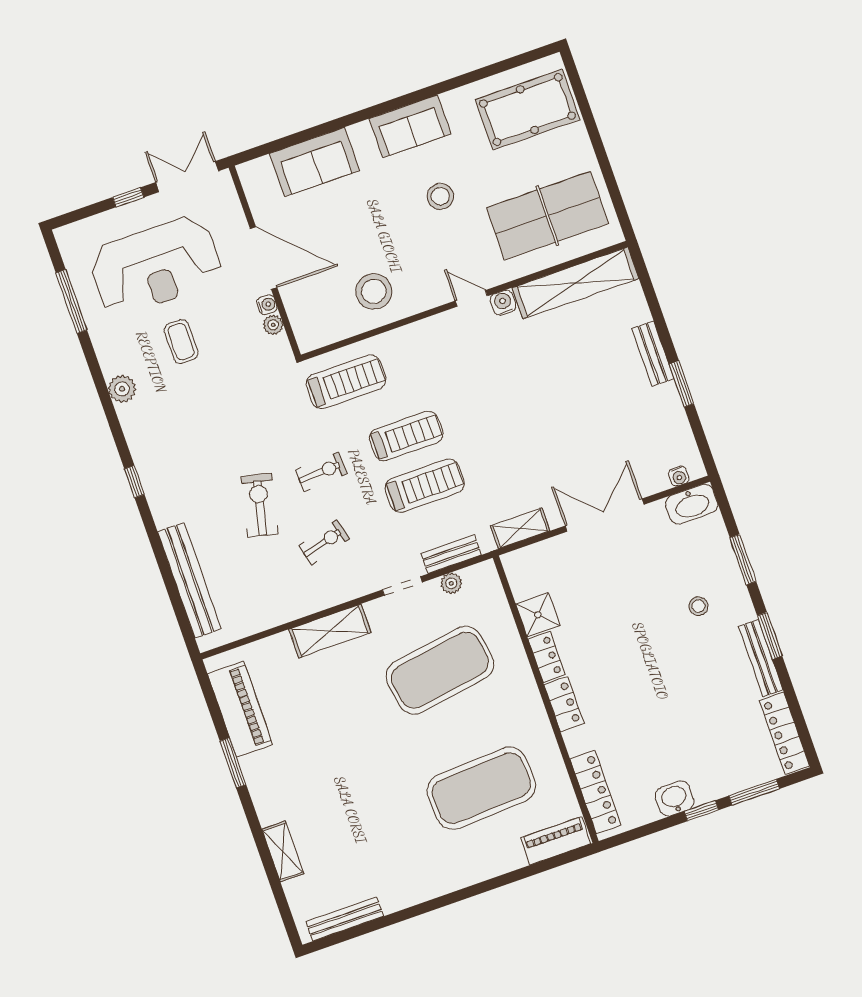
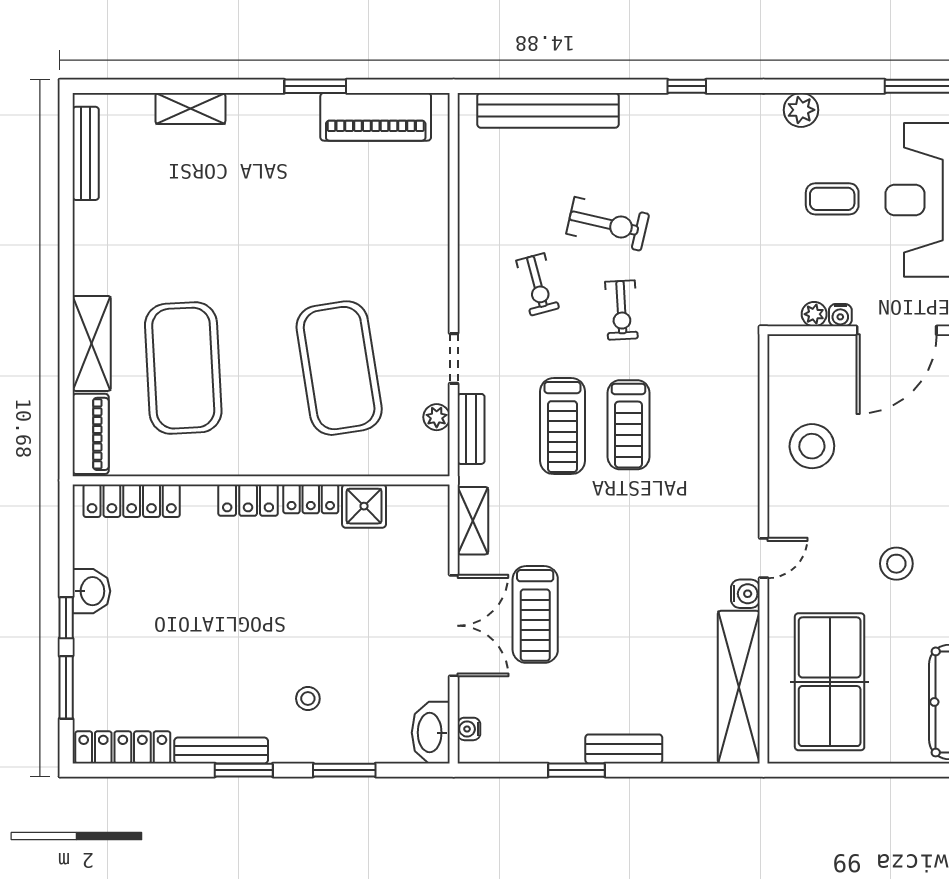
treadmill: (346, 382) -> (535, 614), moved
shelving: (330, 631) -> (92, 343), moved

